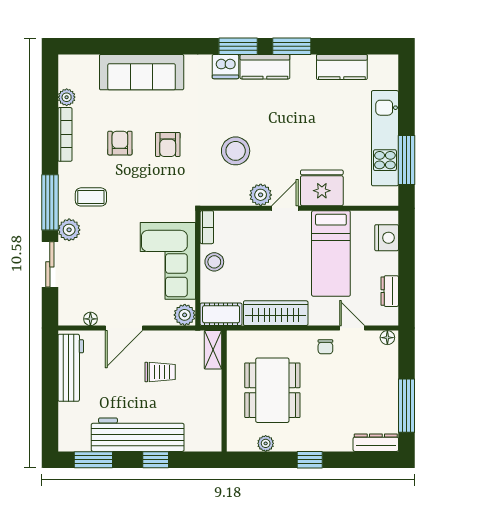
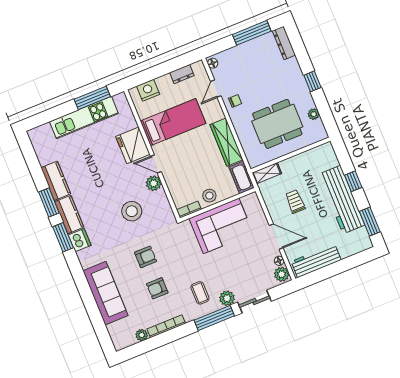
kitchen counter: (342, 67) -> (56, 181), moved
plant: (185, 315) -> (282, 274), moved

